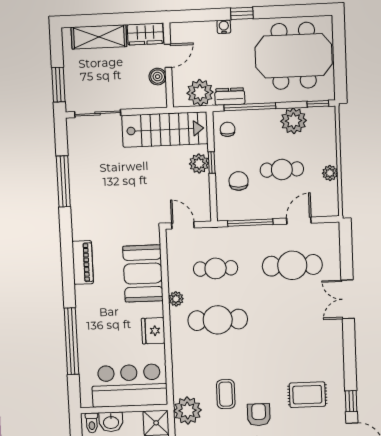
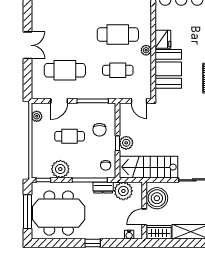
water cooler: (224, 27) -> (129, 235), moved
window: (339, 56) -> (28, 212), added
boiler: (158, 77) -> (157, 198), width x1.86, depth x1.86
plant: (330, 173) -> (37, 116), moved
fridge: (153, 331) -> (163, 39), moved

